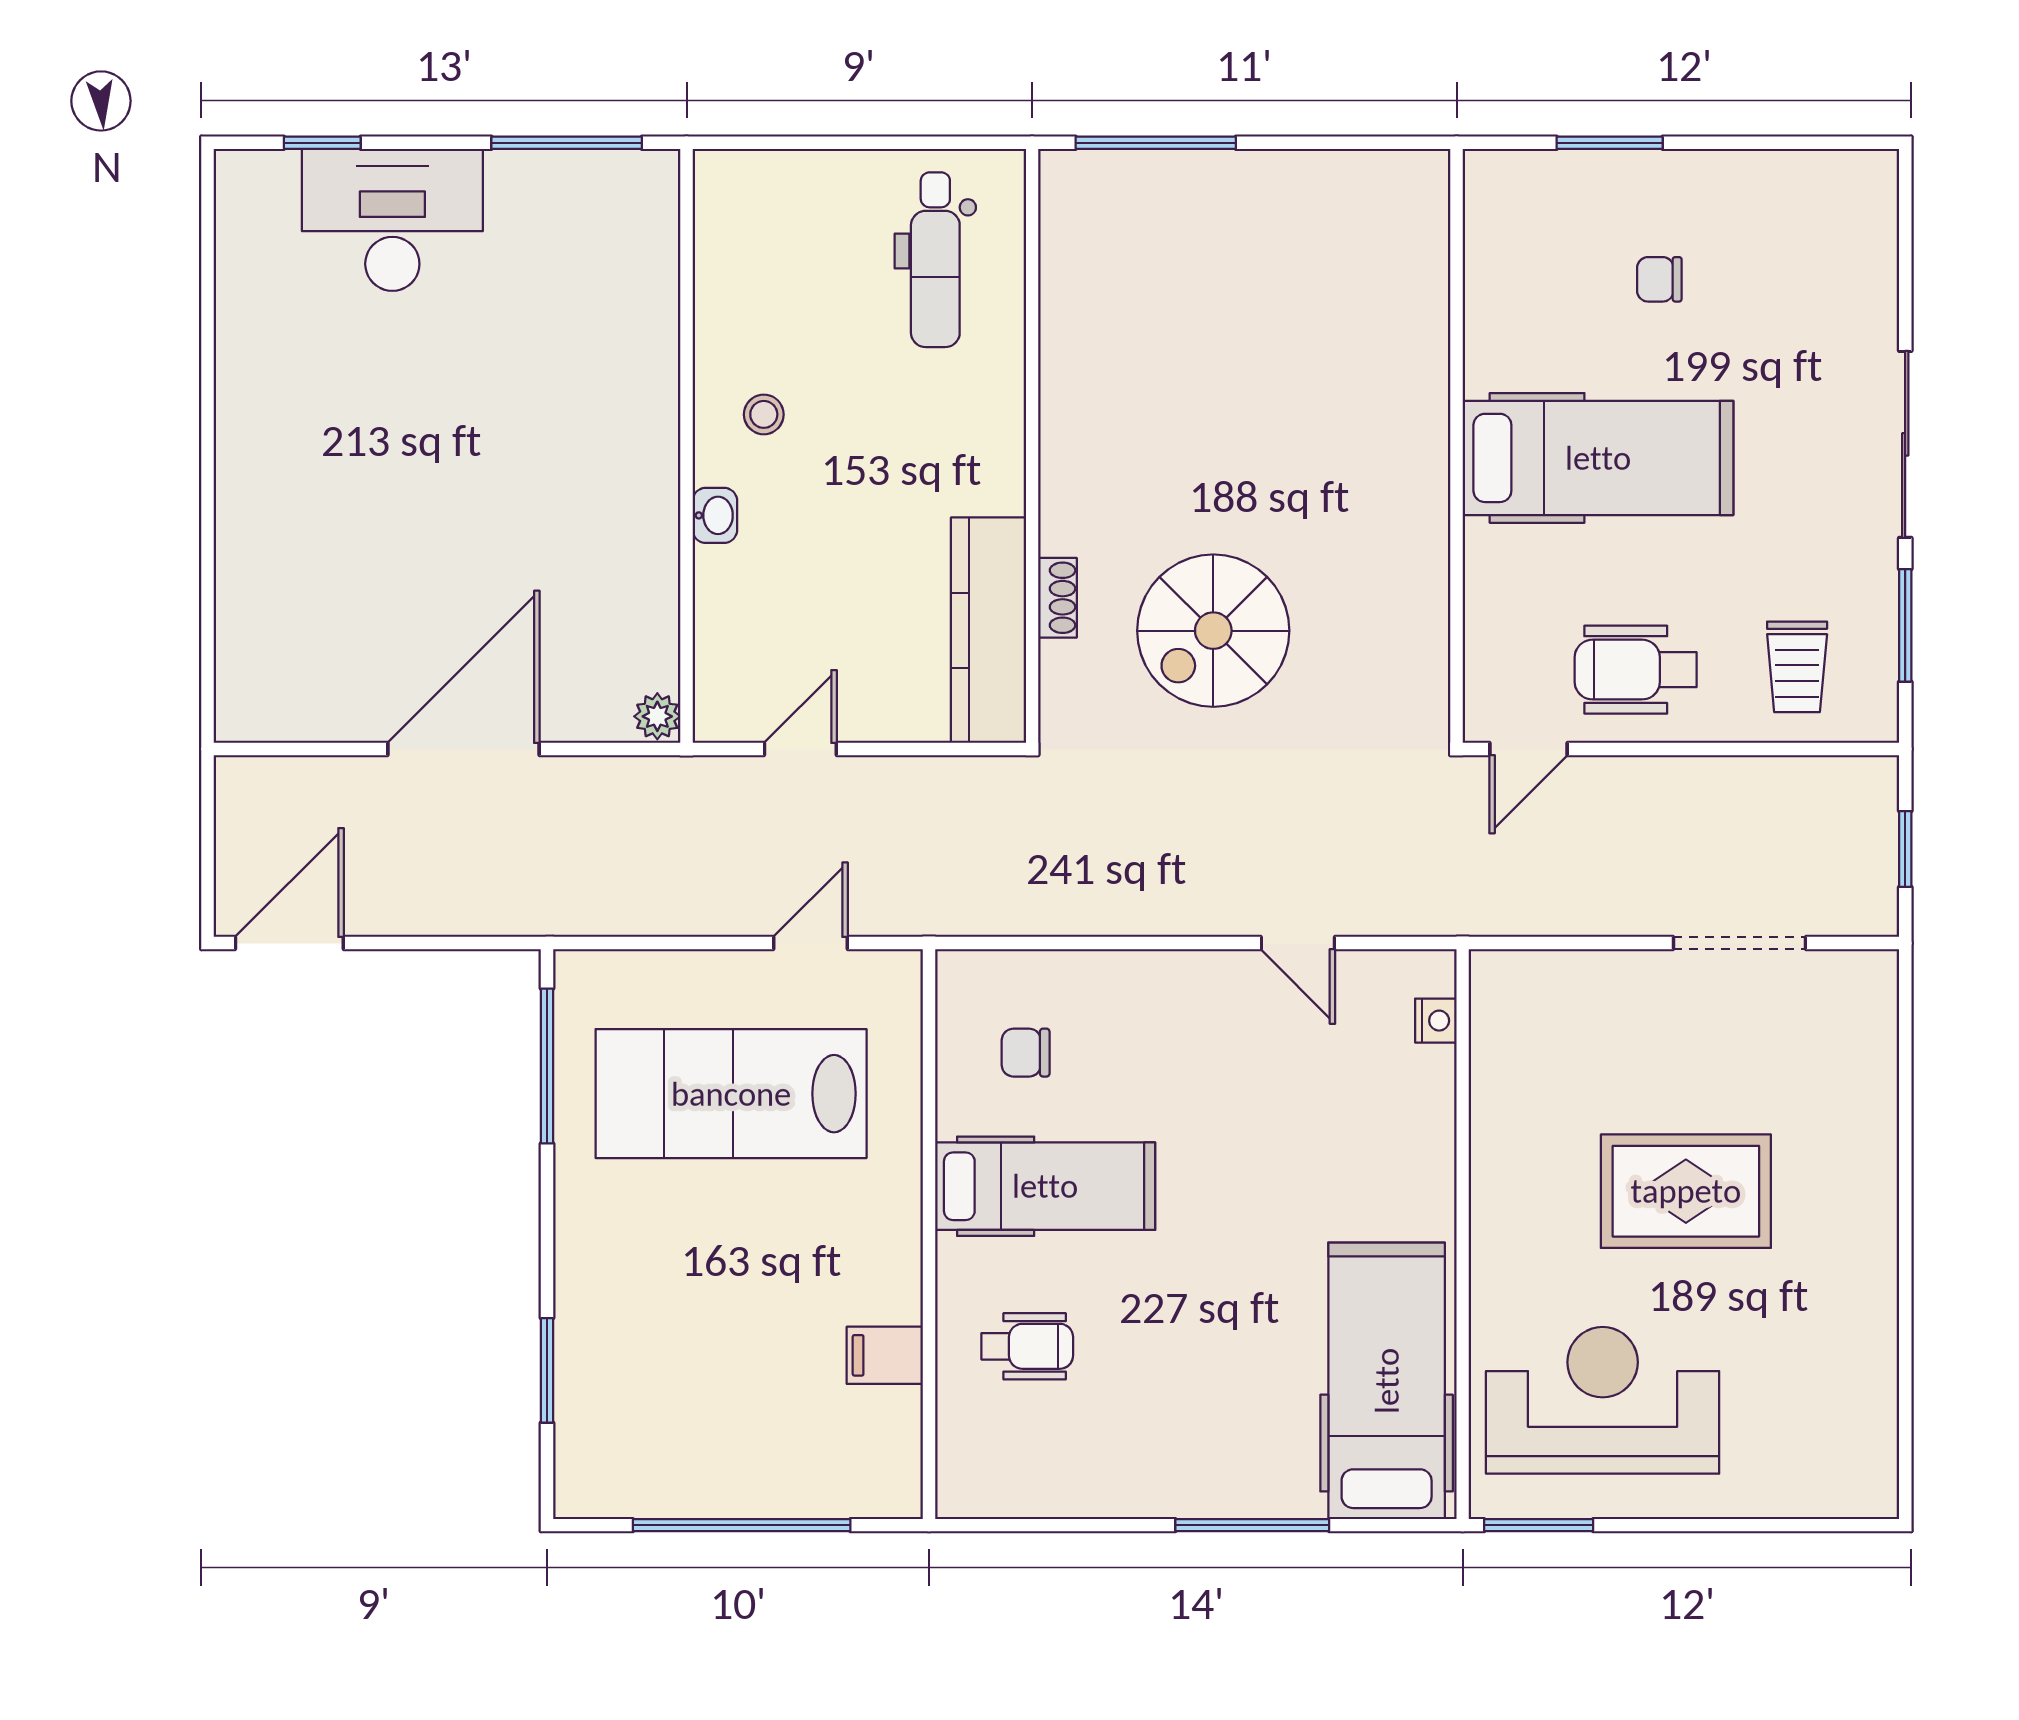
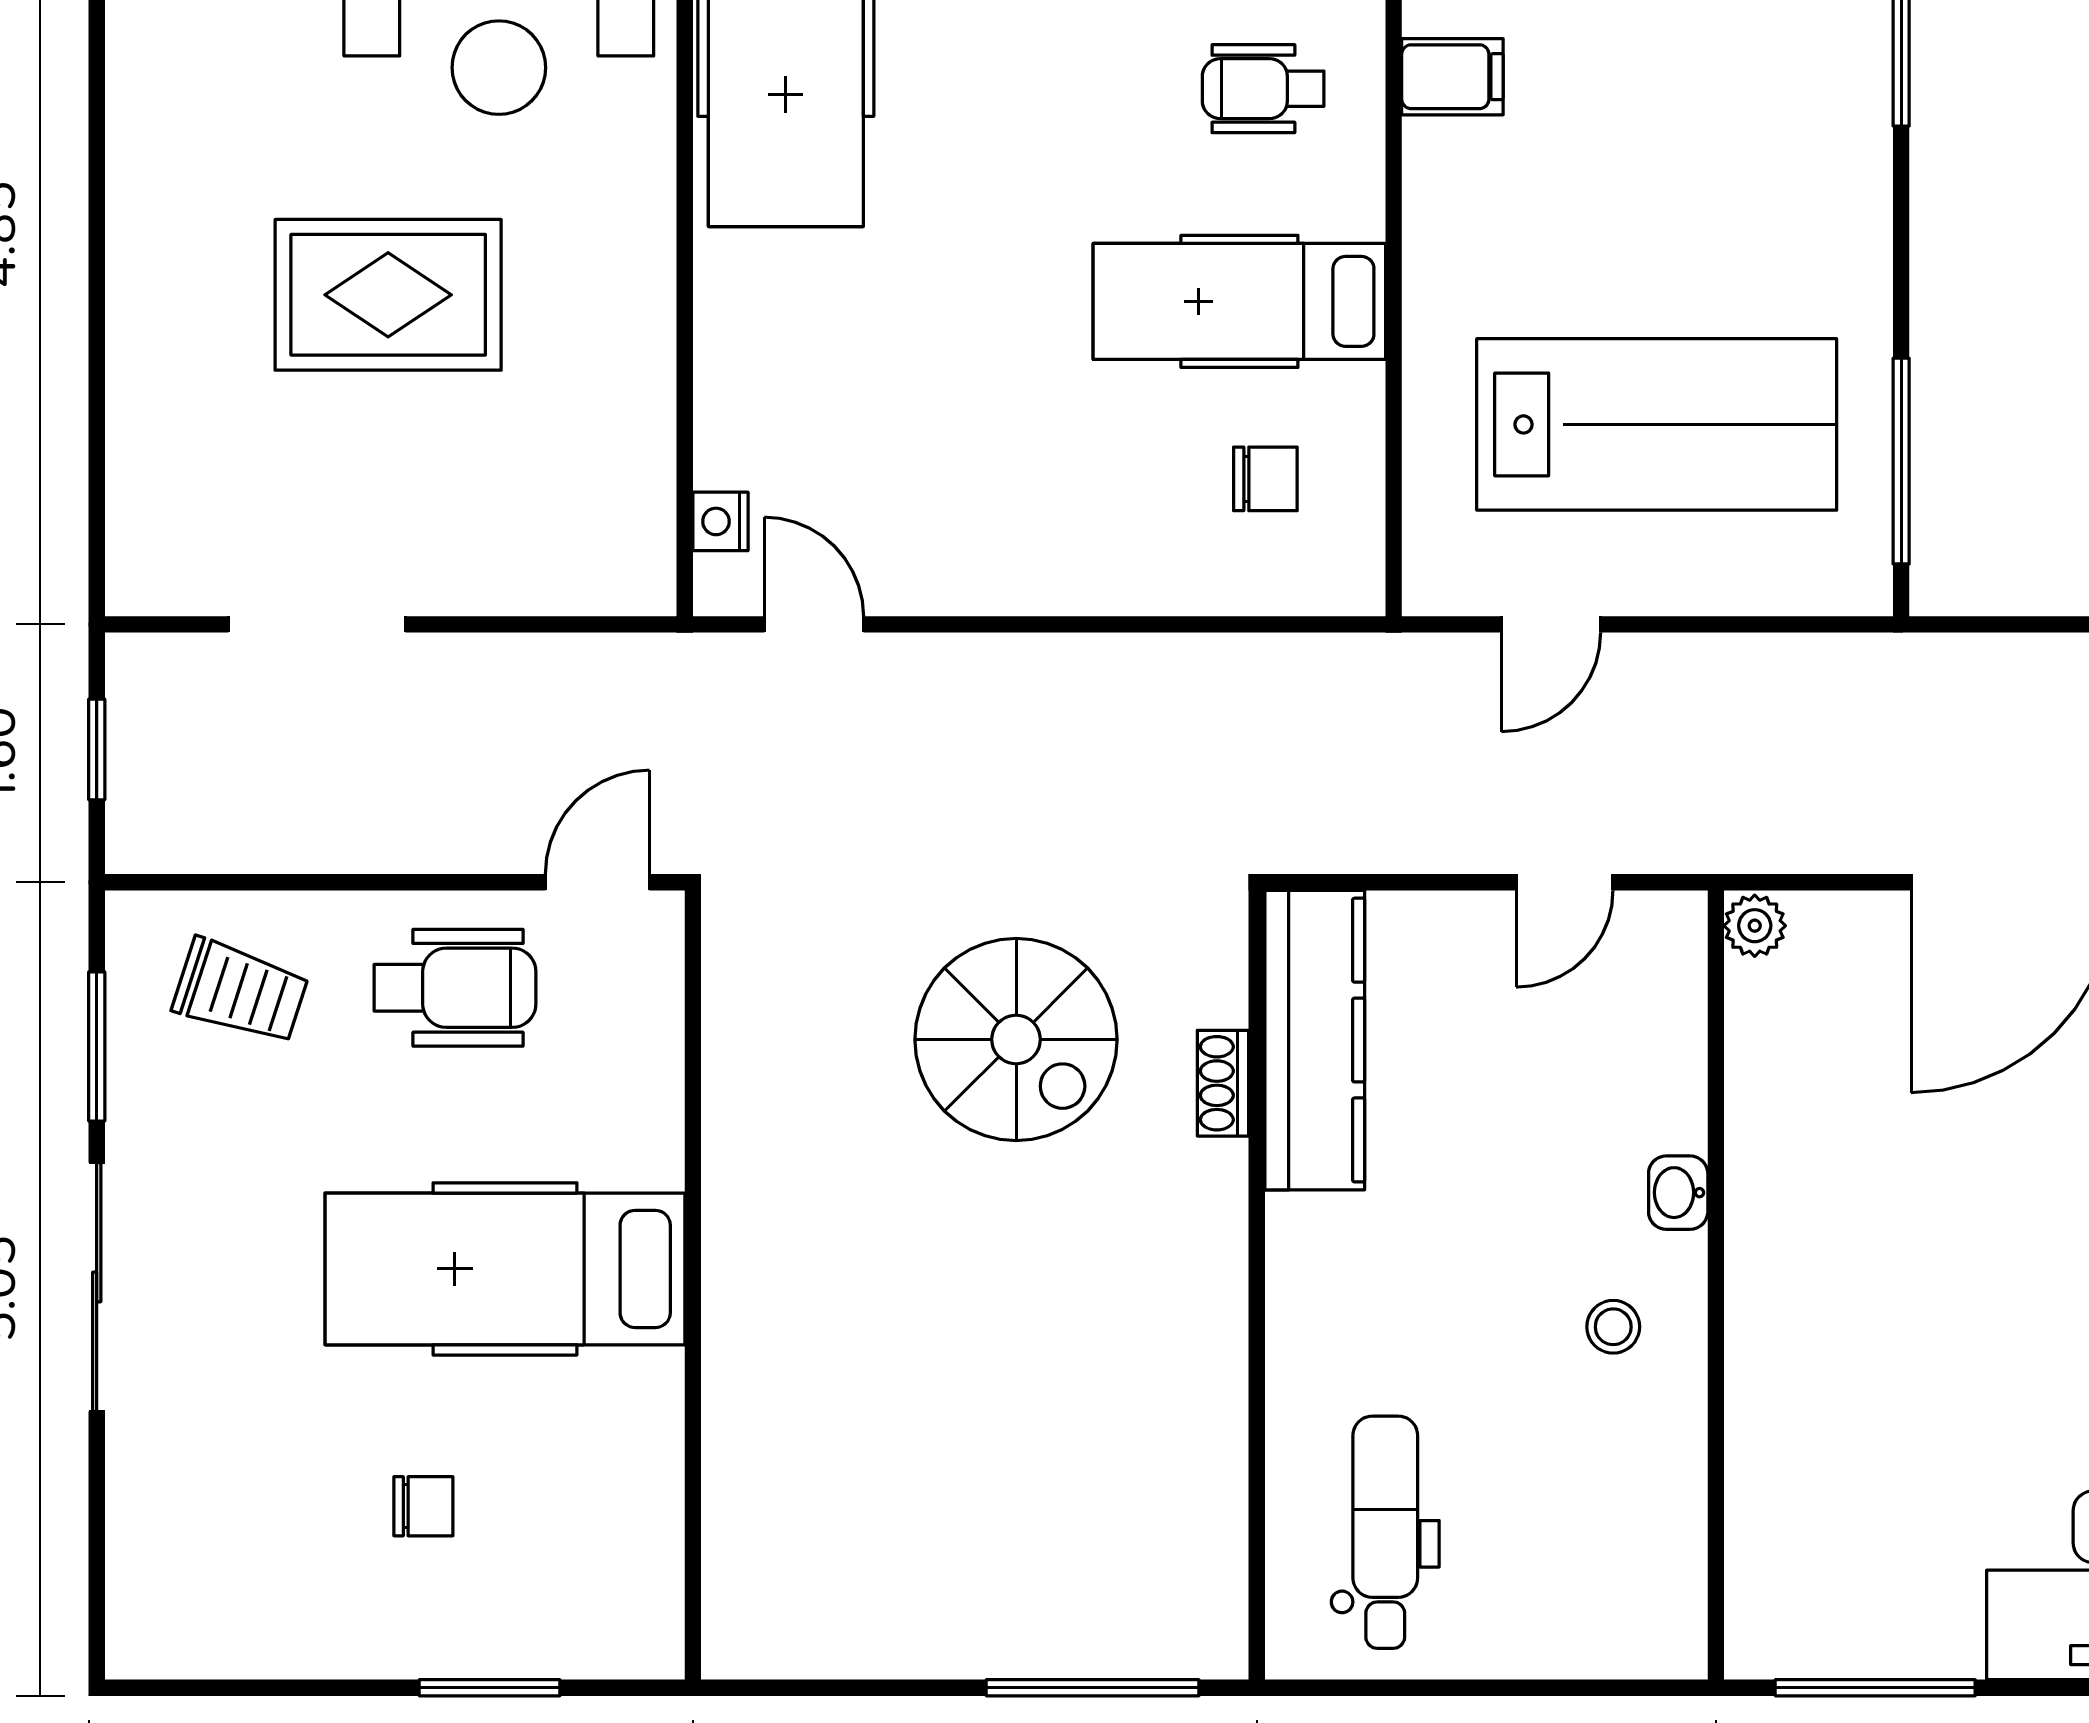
spiral stairs: (1213, 631) -> (1016, 1040), turned 90
trolley: (1797, 667) -> (240, 991), turned 108
door: (1298, 943) -> (814, 624), moved

